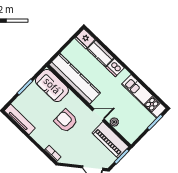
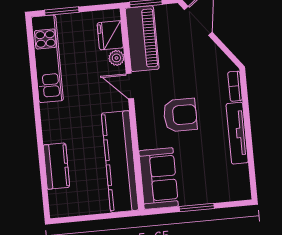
fridge: (85, 39) -> (110, 35), moved, turned 180
dishwasher: (115, 68) -> (53, 130), removed
tv unit: (20, 119) -> (237, 133), moved
armchair: (66, 121) -> (180, 115), turned -90

